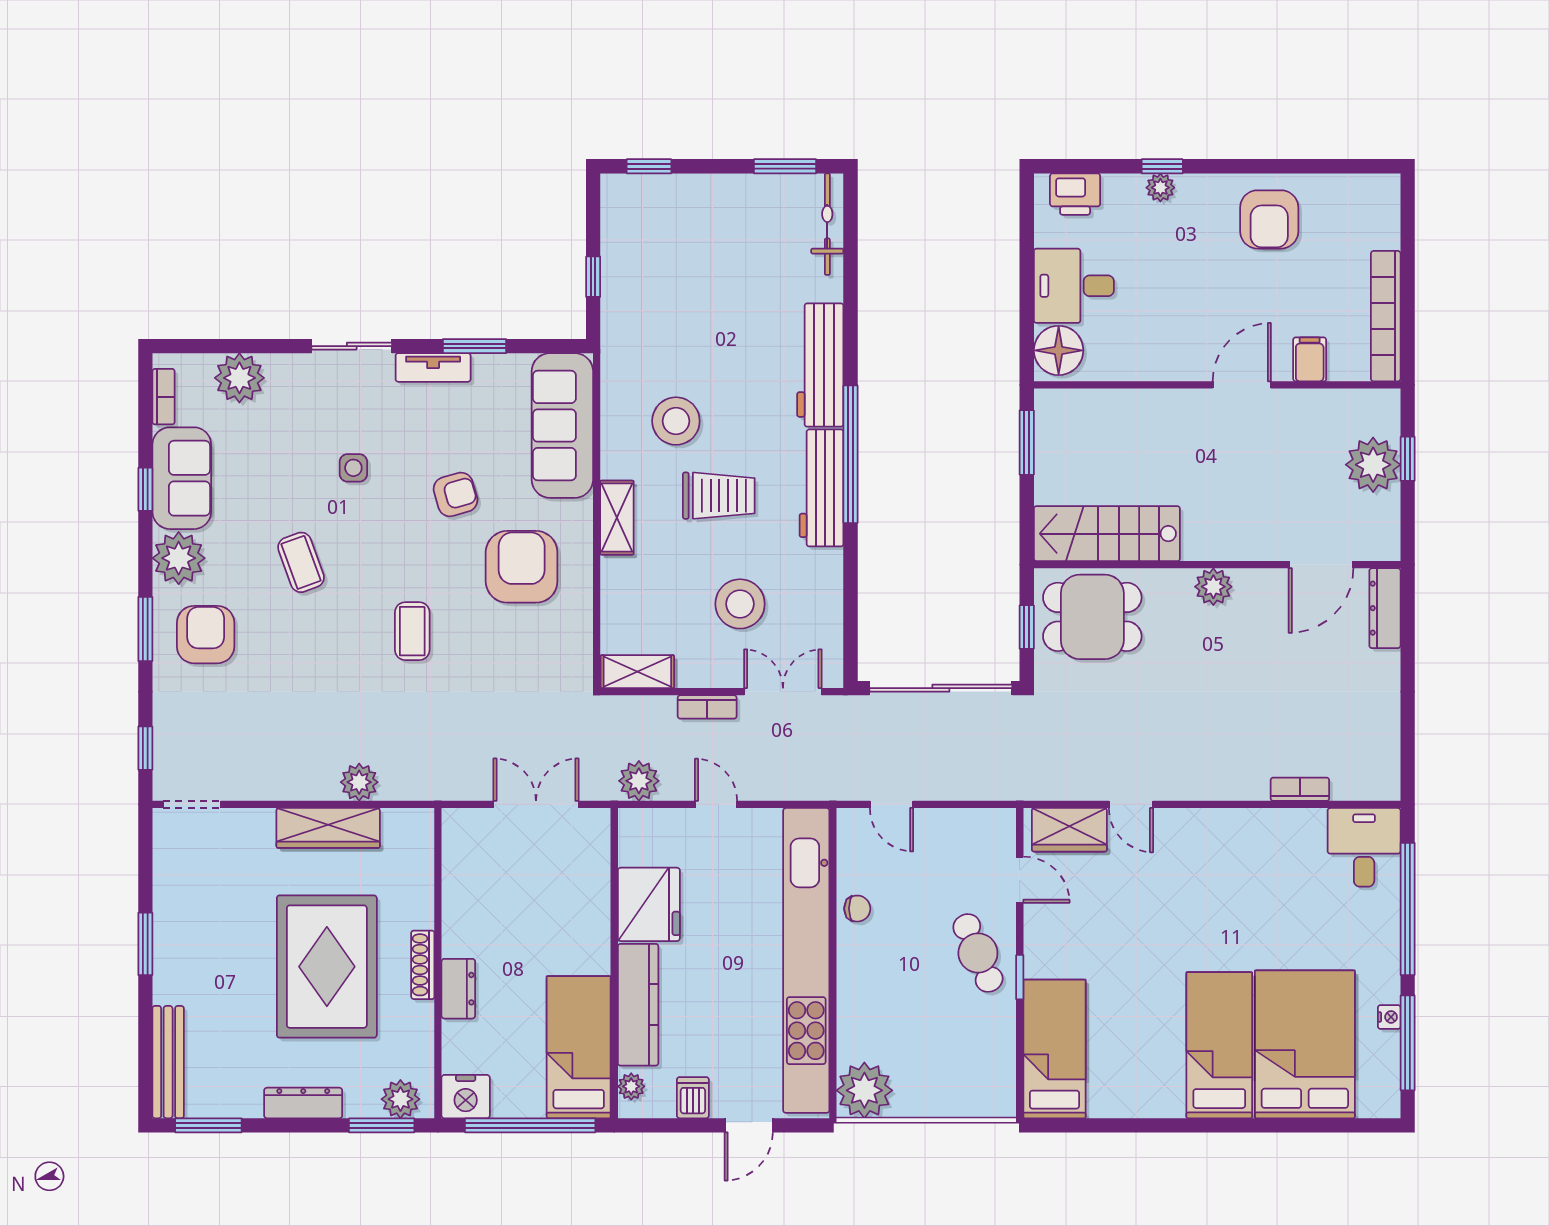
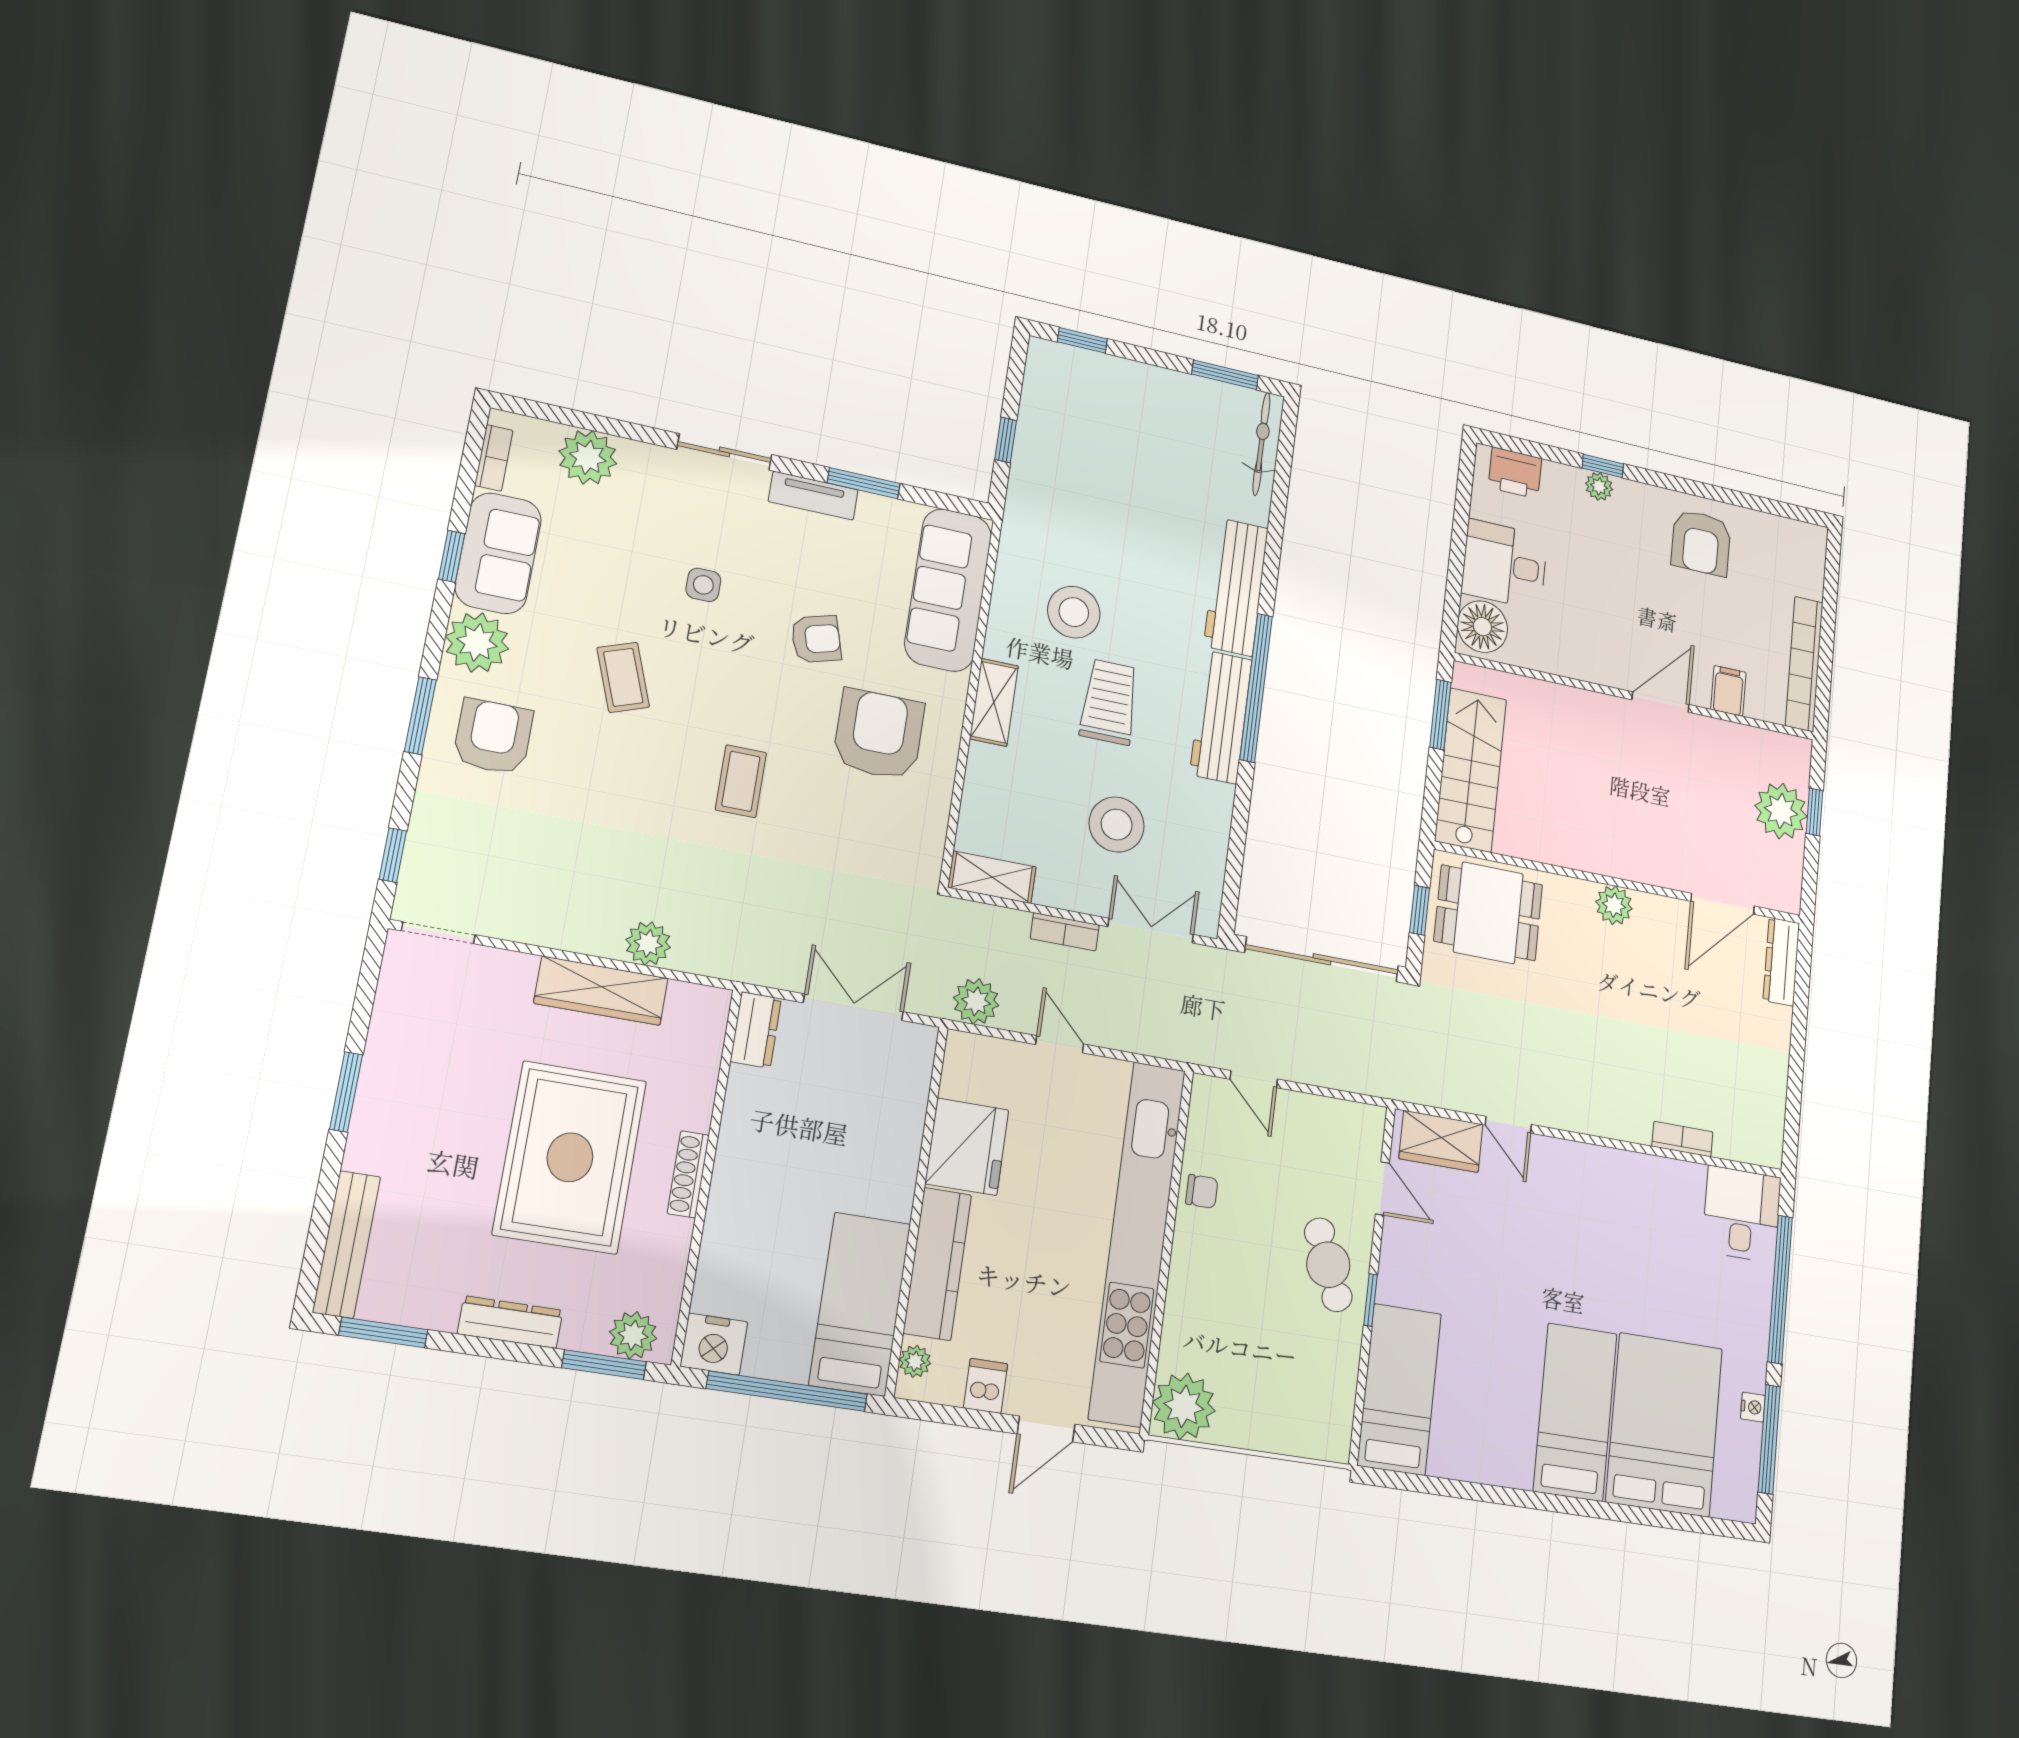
trolley: (719, 496) -> (1109, 702), turned -90
stairs: (1107, 534) -> (1471, 770), moved, turned 90
dresser: (458, 989) -> (756, 1030), moved

